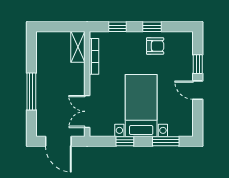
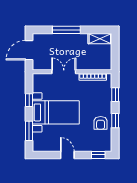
shelving: (78, 47) -> (100, 39), moved
window: (198, 64) -> (98, 155), moved
door: (198, 90) -> (67, 155), hinge flipped
double door: (87, 111) -> (64, 72), moved

